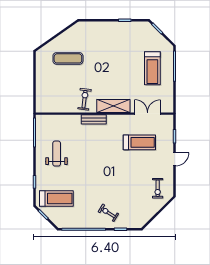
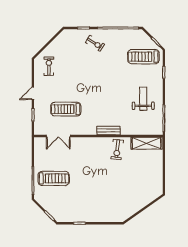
exercise mat: (68, 58) -> (133, 188), removed
treadmill: (152, 68) -> (54, 178), turned 90
shelving: (113, 106) -> (147, 143), moved
weight bench: (57, 154) -> (143, 99), turned 180

